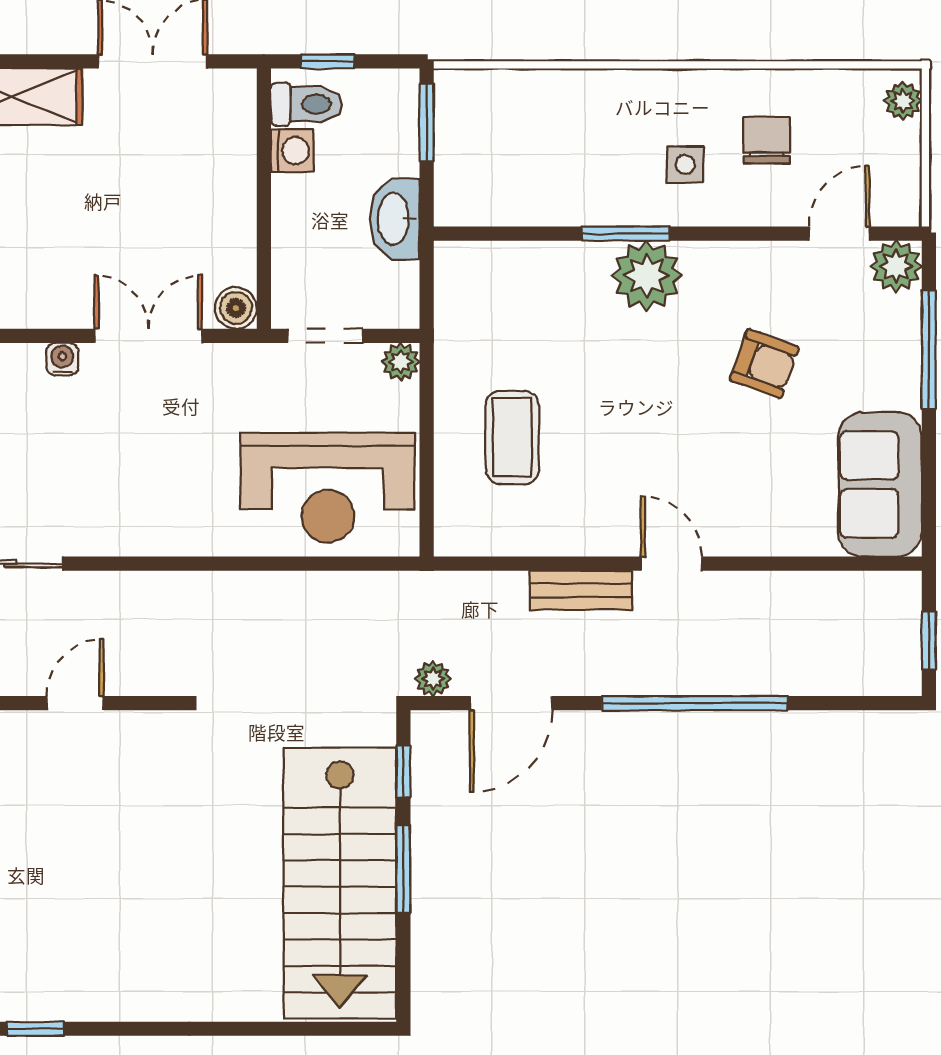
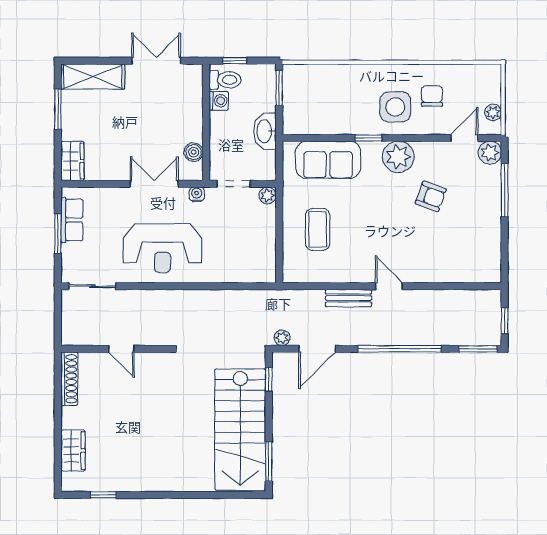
plant: (903, 101) -> (493, 112), moved
side table: (685, 164) -> (395, 107), width x1.87, depth x1.87
window: (626, 234) -> (368, 138), width x0.67
plant: (647, 276) -> (398, 157), moved
boiler: (236, 308) -> (194, 152), moved
water cooler: (62, 359) -> (197, 194), moved
sofa: (880, 484) -> (328, 160), moved, turned -90
reception desk: (328, 488) -> (163, 248), moved
door: (75, 703) -> (121, 349), swing flipped
window: (869, 703) -> (478, 349), added
window: (403, 869) -> (269, 462), moved

